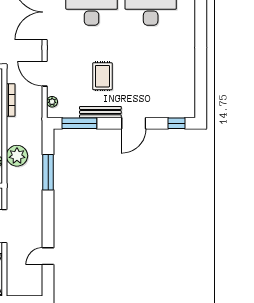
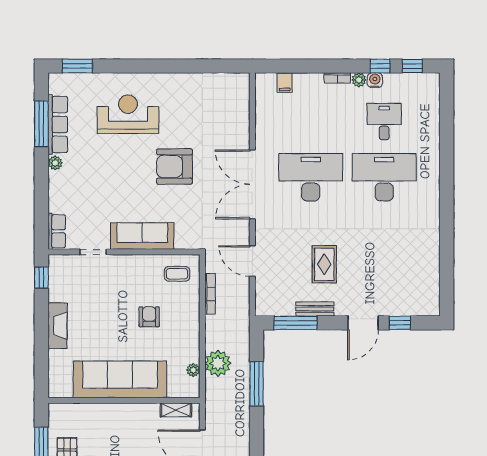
plant: (52, 102) -> (262, 296), removed
bench: (100, 112) -> (315, 309), width x0.73
window: (177, 123) -> (400, 323), moved

